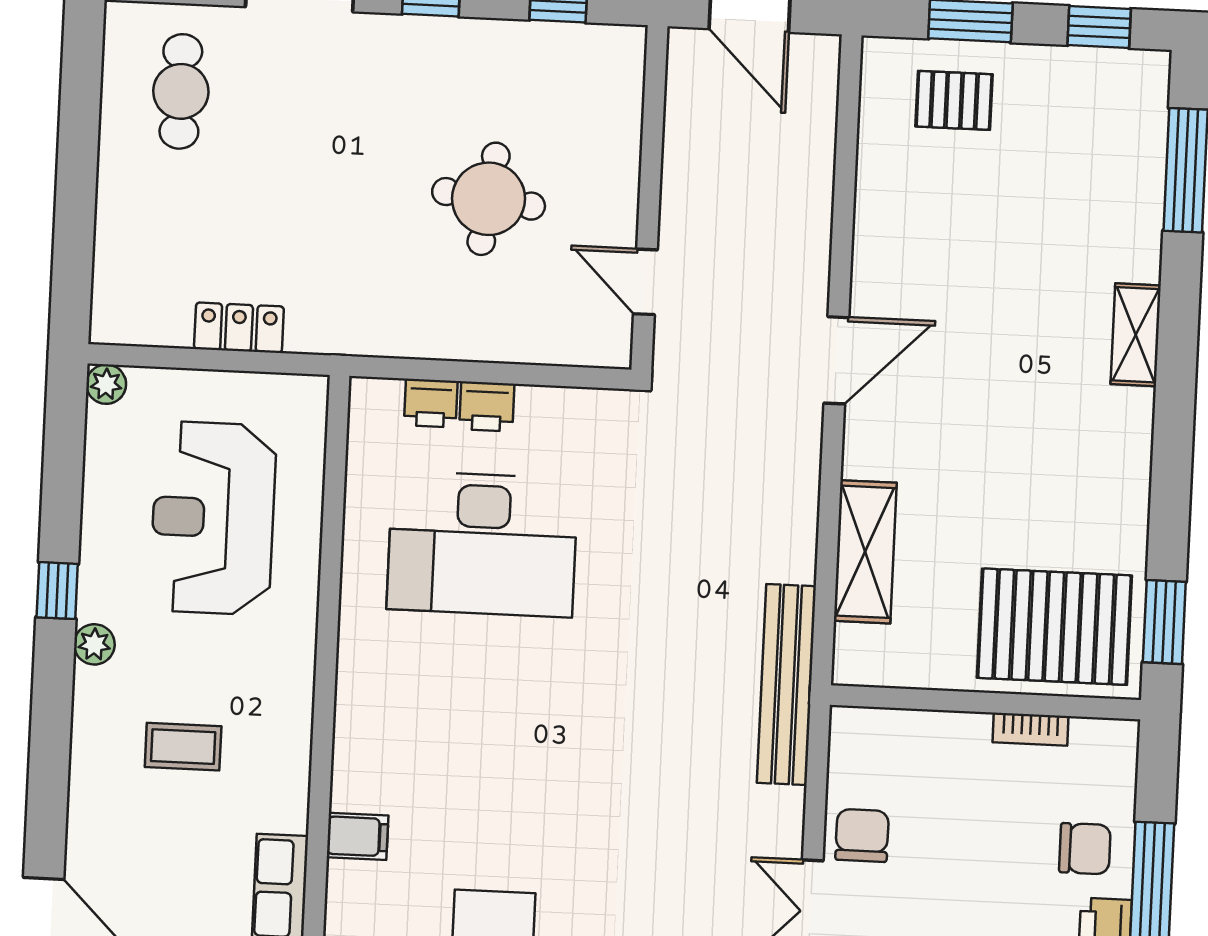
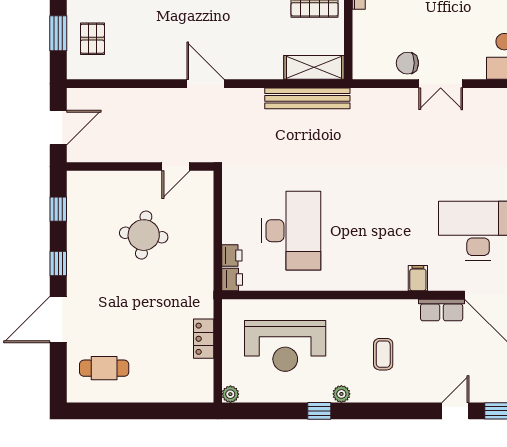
printer: (487, 406) -> (232, 279), moved
shelving: (865, 552) -> (314, 67), moved
bench: (786, 685) -> (307, 98), moved

